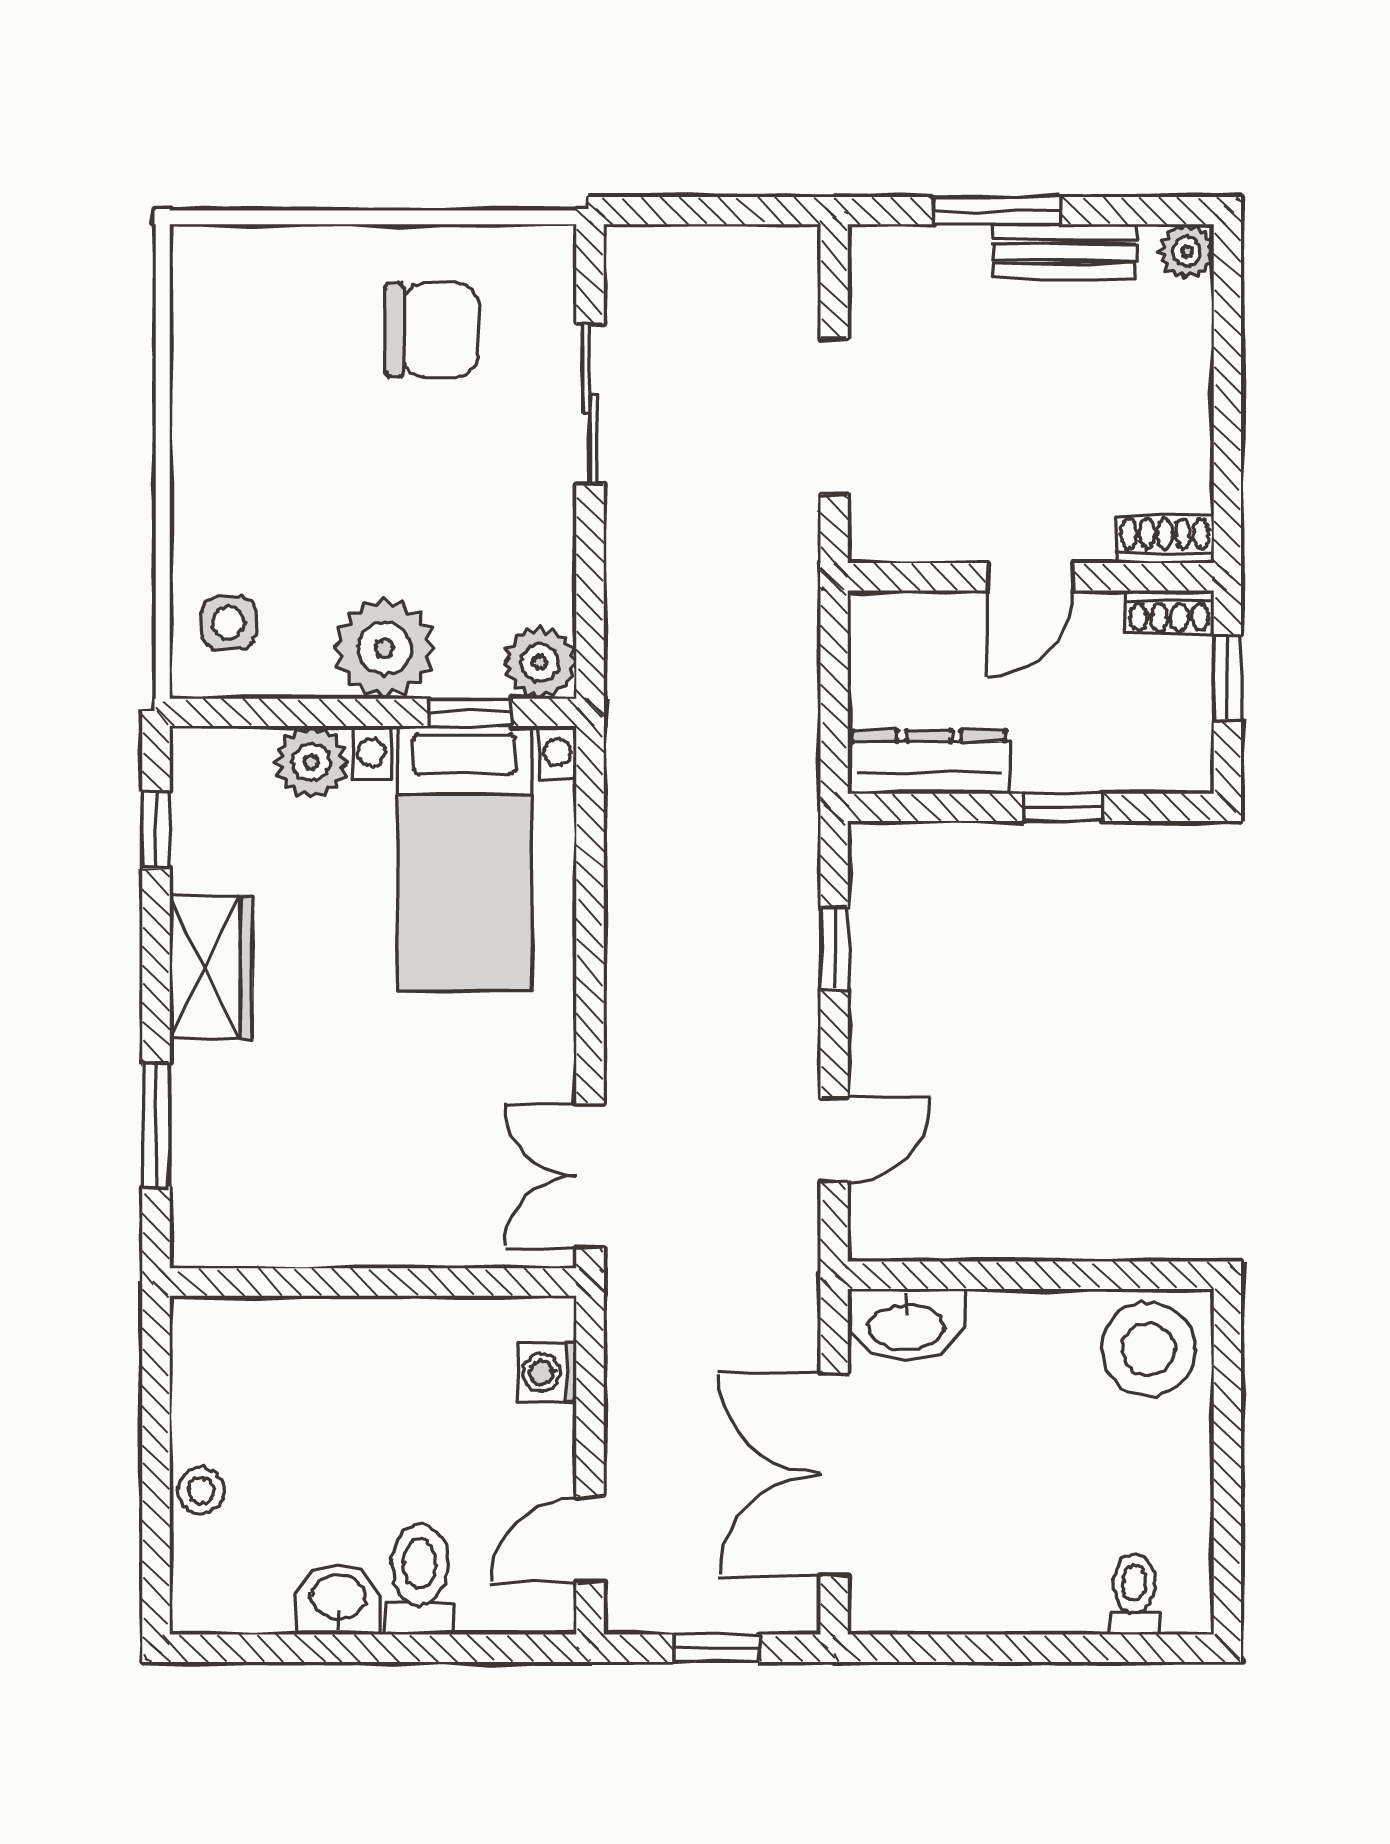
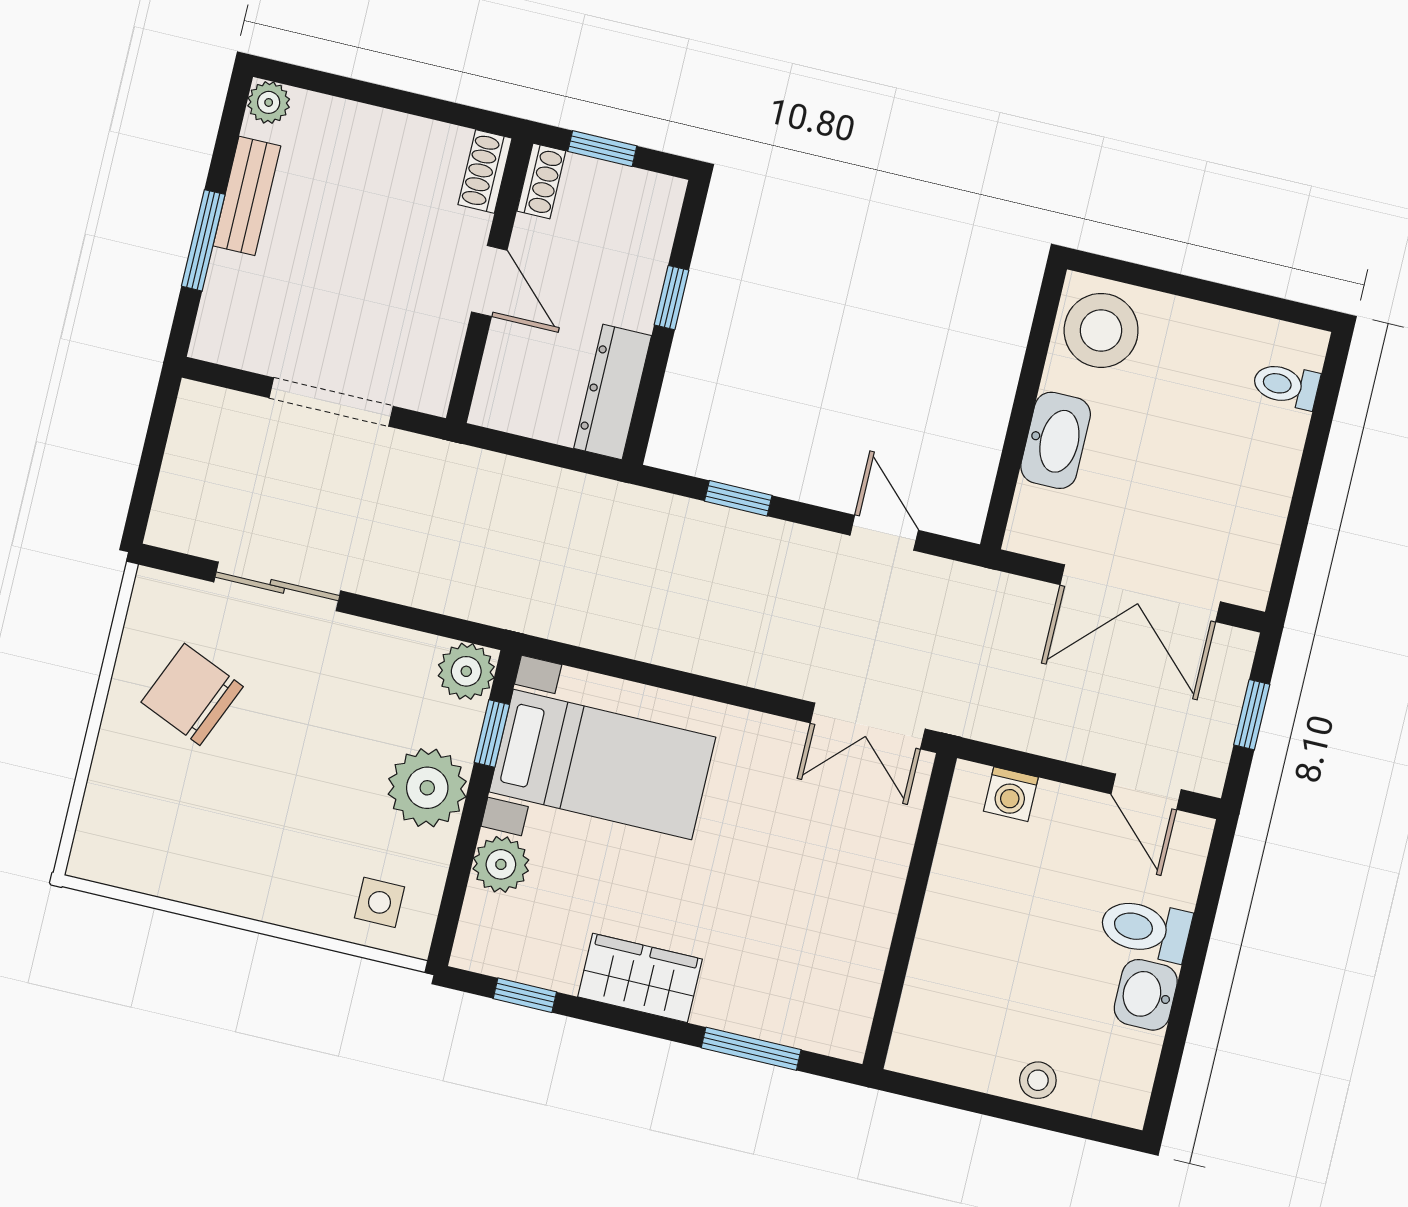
chair: (431, 330) -> (192, 694), turned -67
washbasin: (907, 1325) -> (1056, 440), moved

